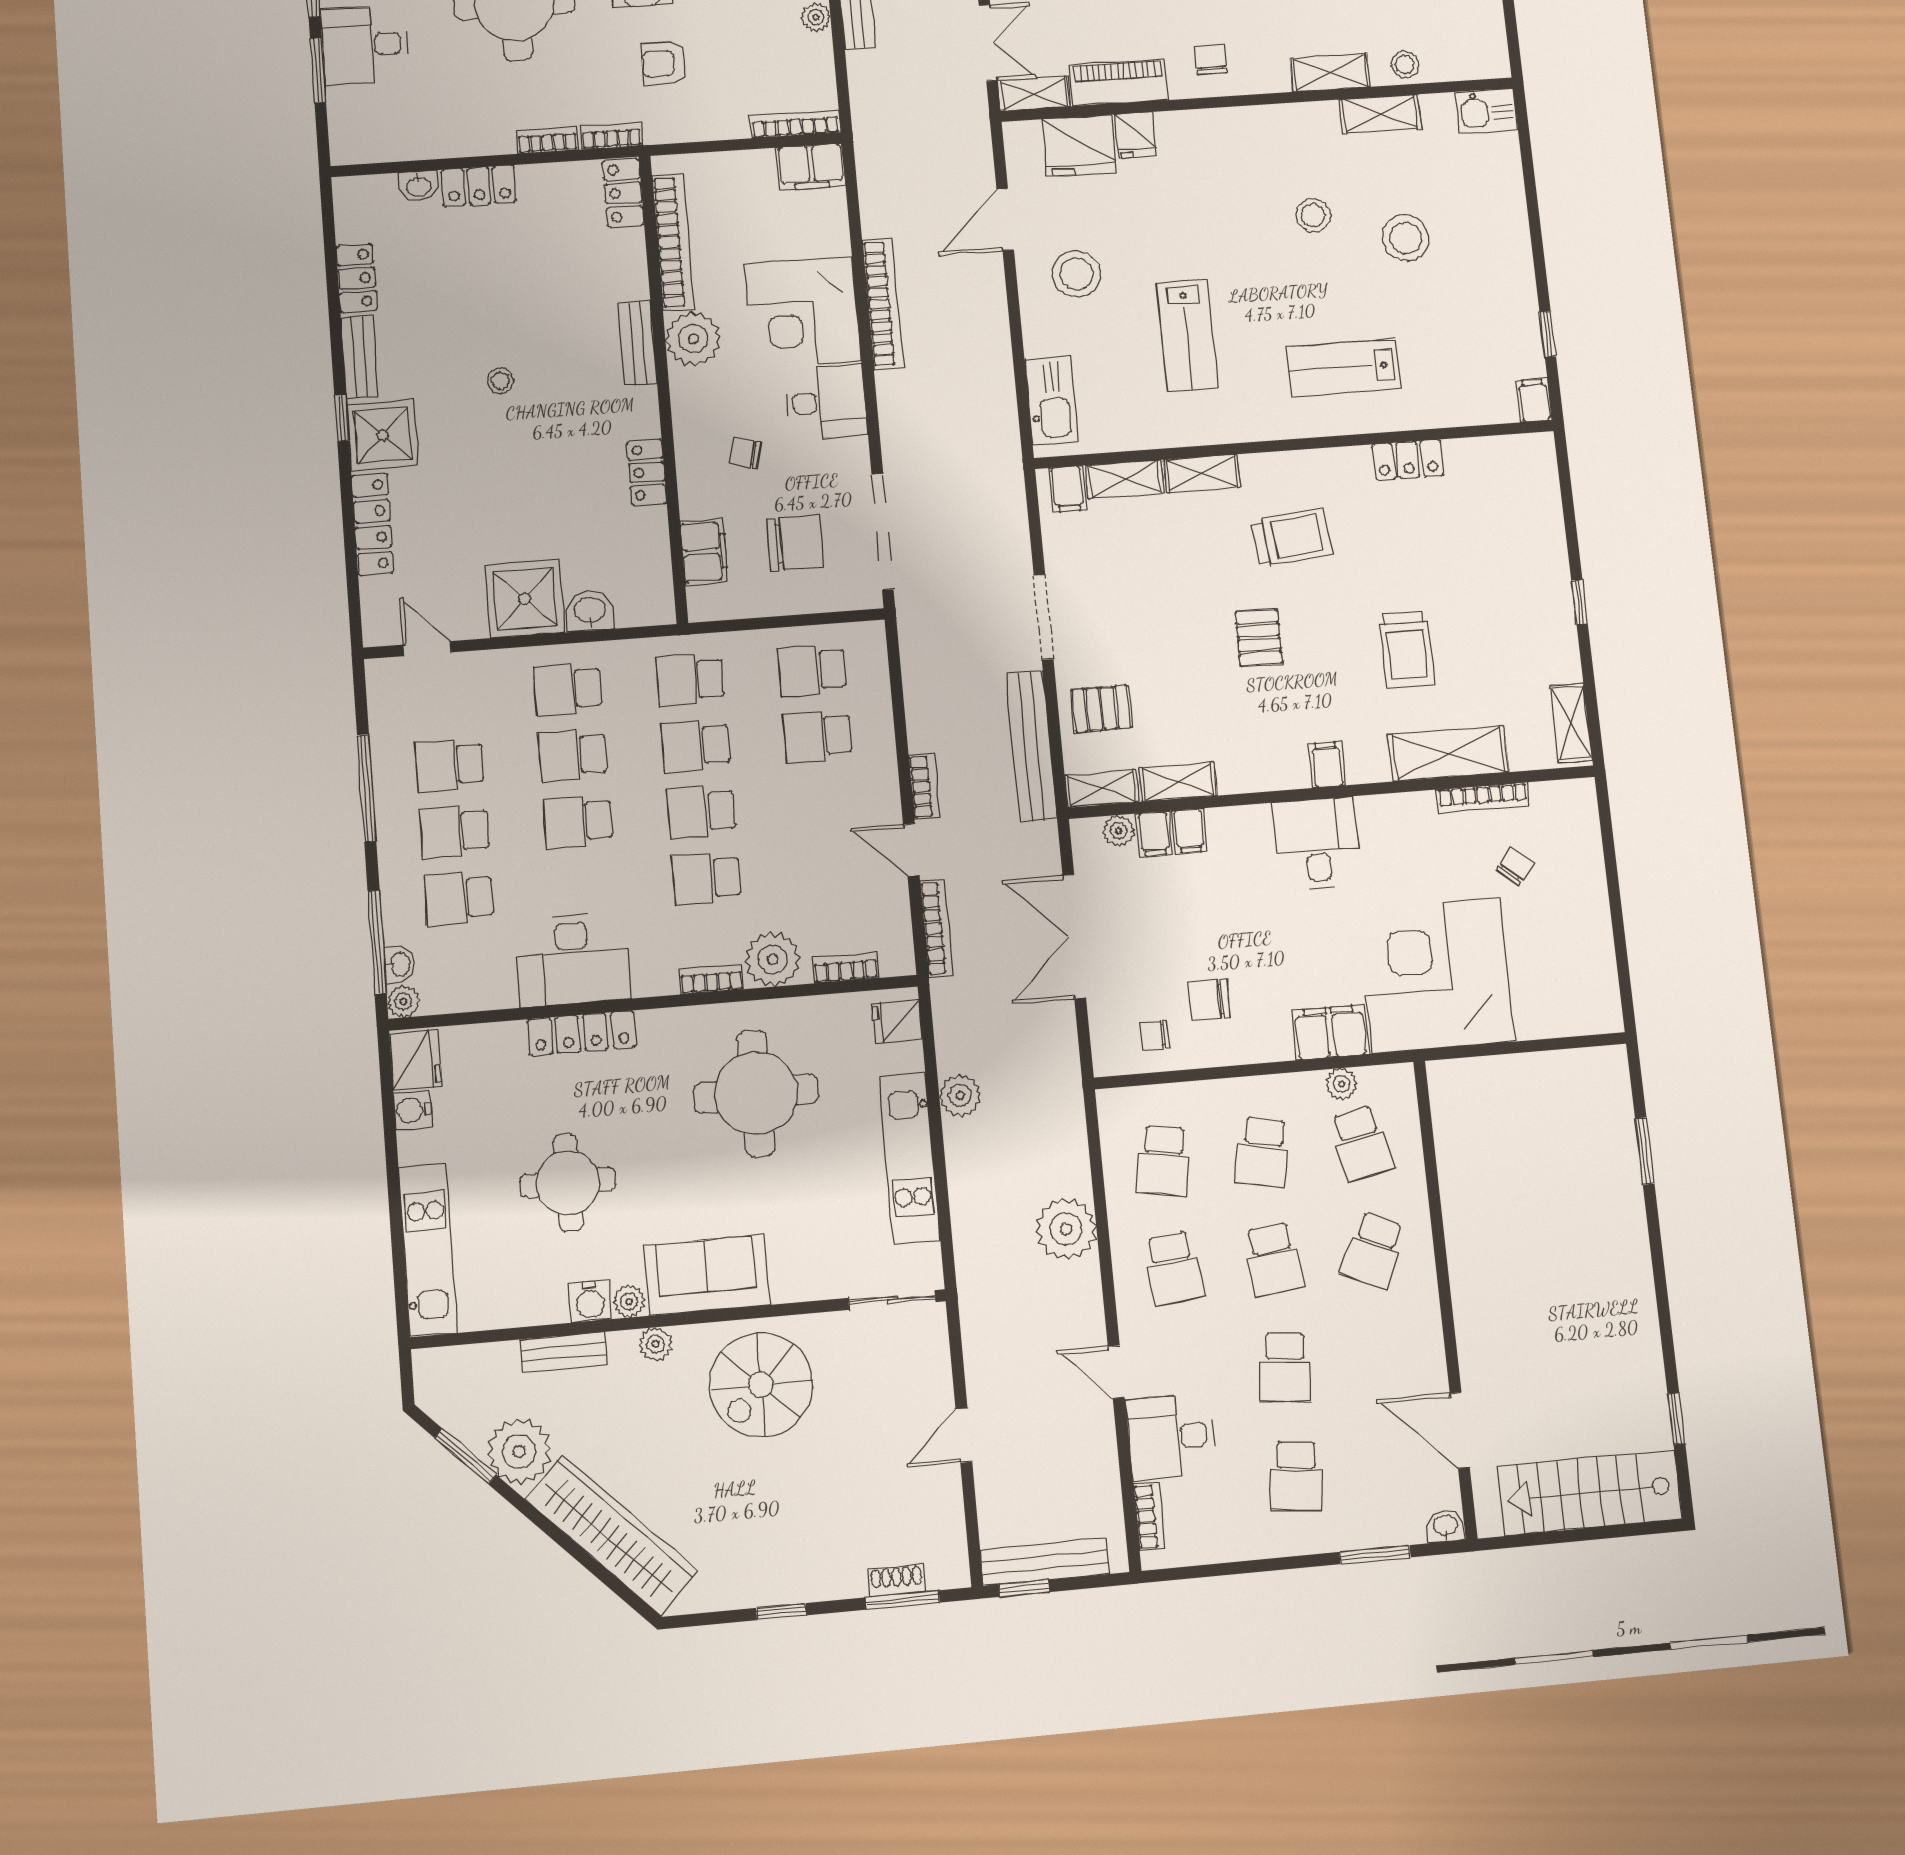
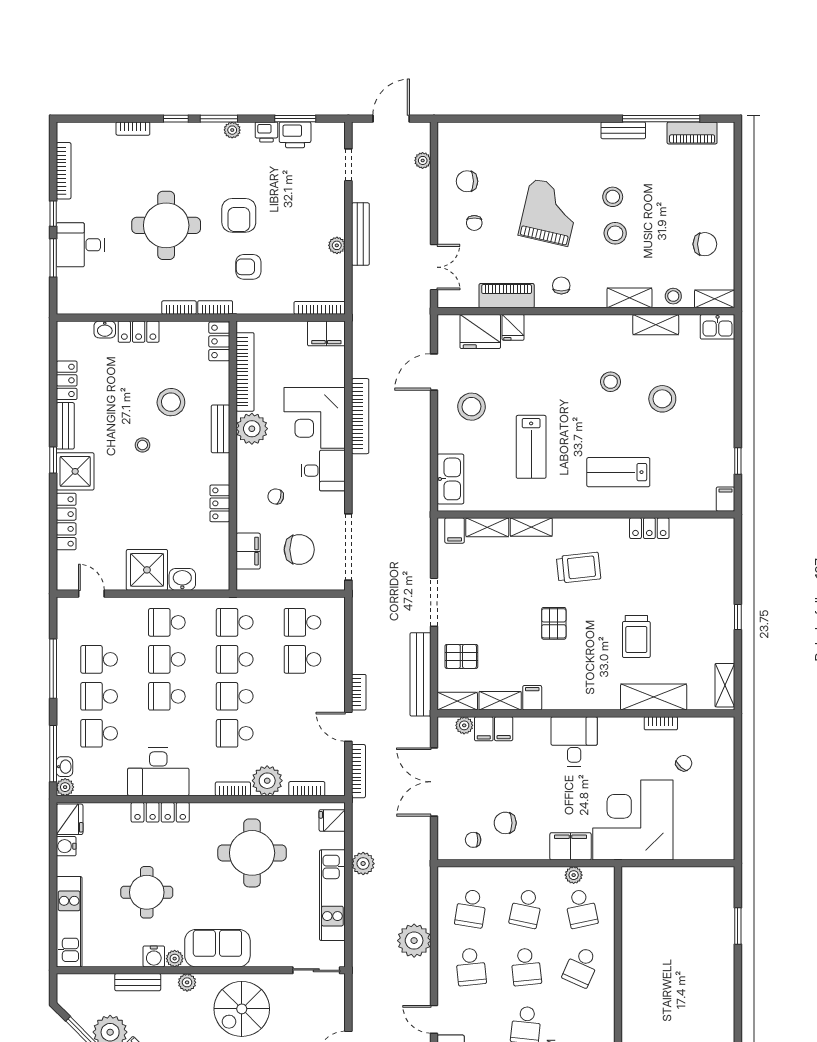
shelving: (1034, 94) -> (715, 299), moved
stool: (546, 303) -> (171, 402), added
filing cabinet: (1327, 765) -> (532, 698), moved
bookcase: (1483, 798) -> (661, 723), width x0.64

